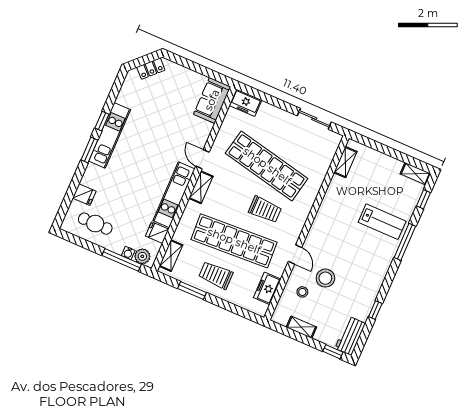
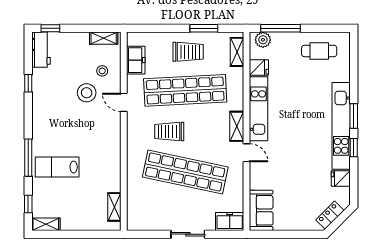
sliding door: (314, 119) -> (188, 234), moved
kitchen unit: (110, 135) -> (341, 126), width x1.36
fridge: (84, 195) -> (341, 178), moved
water cooler: (128, 253) -> (277, 37), removed
shelving: (301, 327) -> (104, 38), moved

